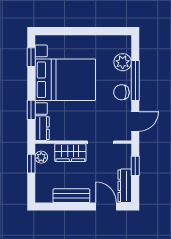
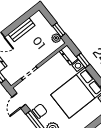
wardrobe: (70, 153) -> (42, 54), removed

